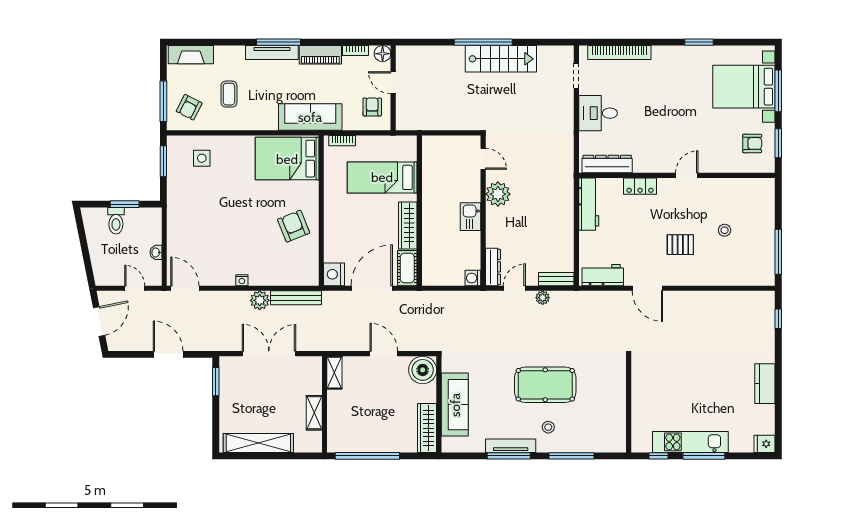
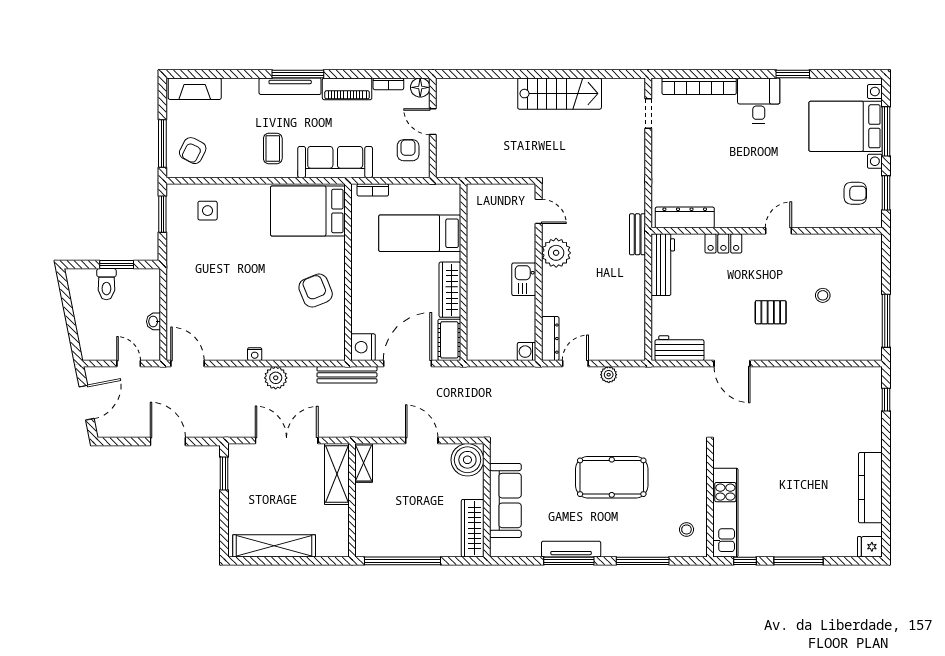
window: (483, 42) -> (539, 74), removed
coffee table: (229, 94) -> (273, 148), moved
desk: (598, 113) -> (759, 100), moved, turned 90
bench: (556, 279) -> (638, 234), moved, turned 90
bench: (296, 298) -> (347, 375), moved
kitchen counter: (765, 384) -> (870, 488), width x1.50
shelving: (314, 413) -> (337, 474), moved, width x1.50, depth x1.33
stool: (548, 427) -> (686, 529), moved
kitchen unit: (690, 442) -> (725, 513), moved, turned 90

